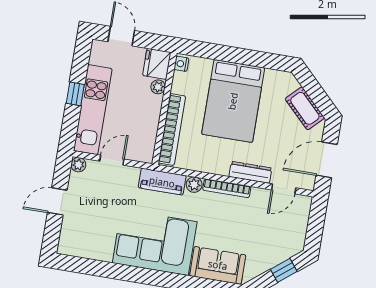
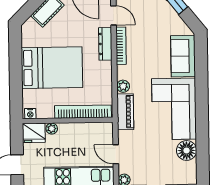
bookcase: (227, 188) -> (121, 46), moved
floor lamp: (100, 248) -> (187, 150), added

